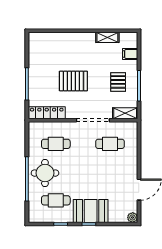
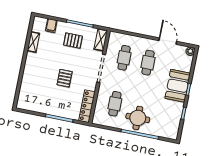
pallet: (73, 81) -> (65, 78), width x0.67, depth x0.71
cafe table: (56, 200) -> (148, 63), moved

